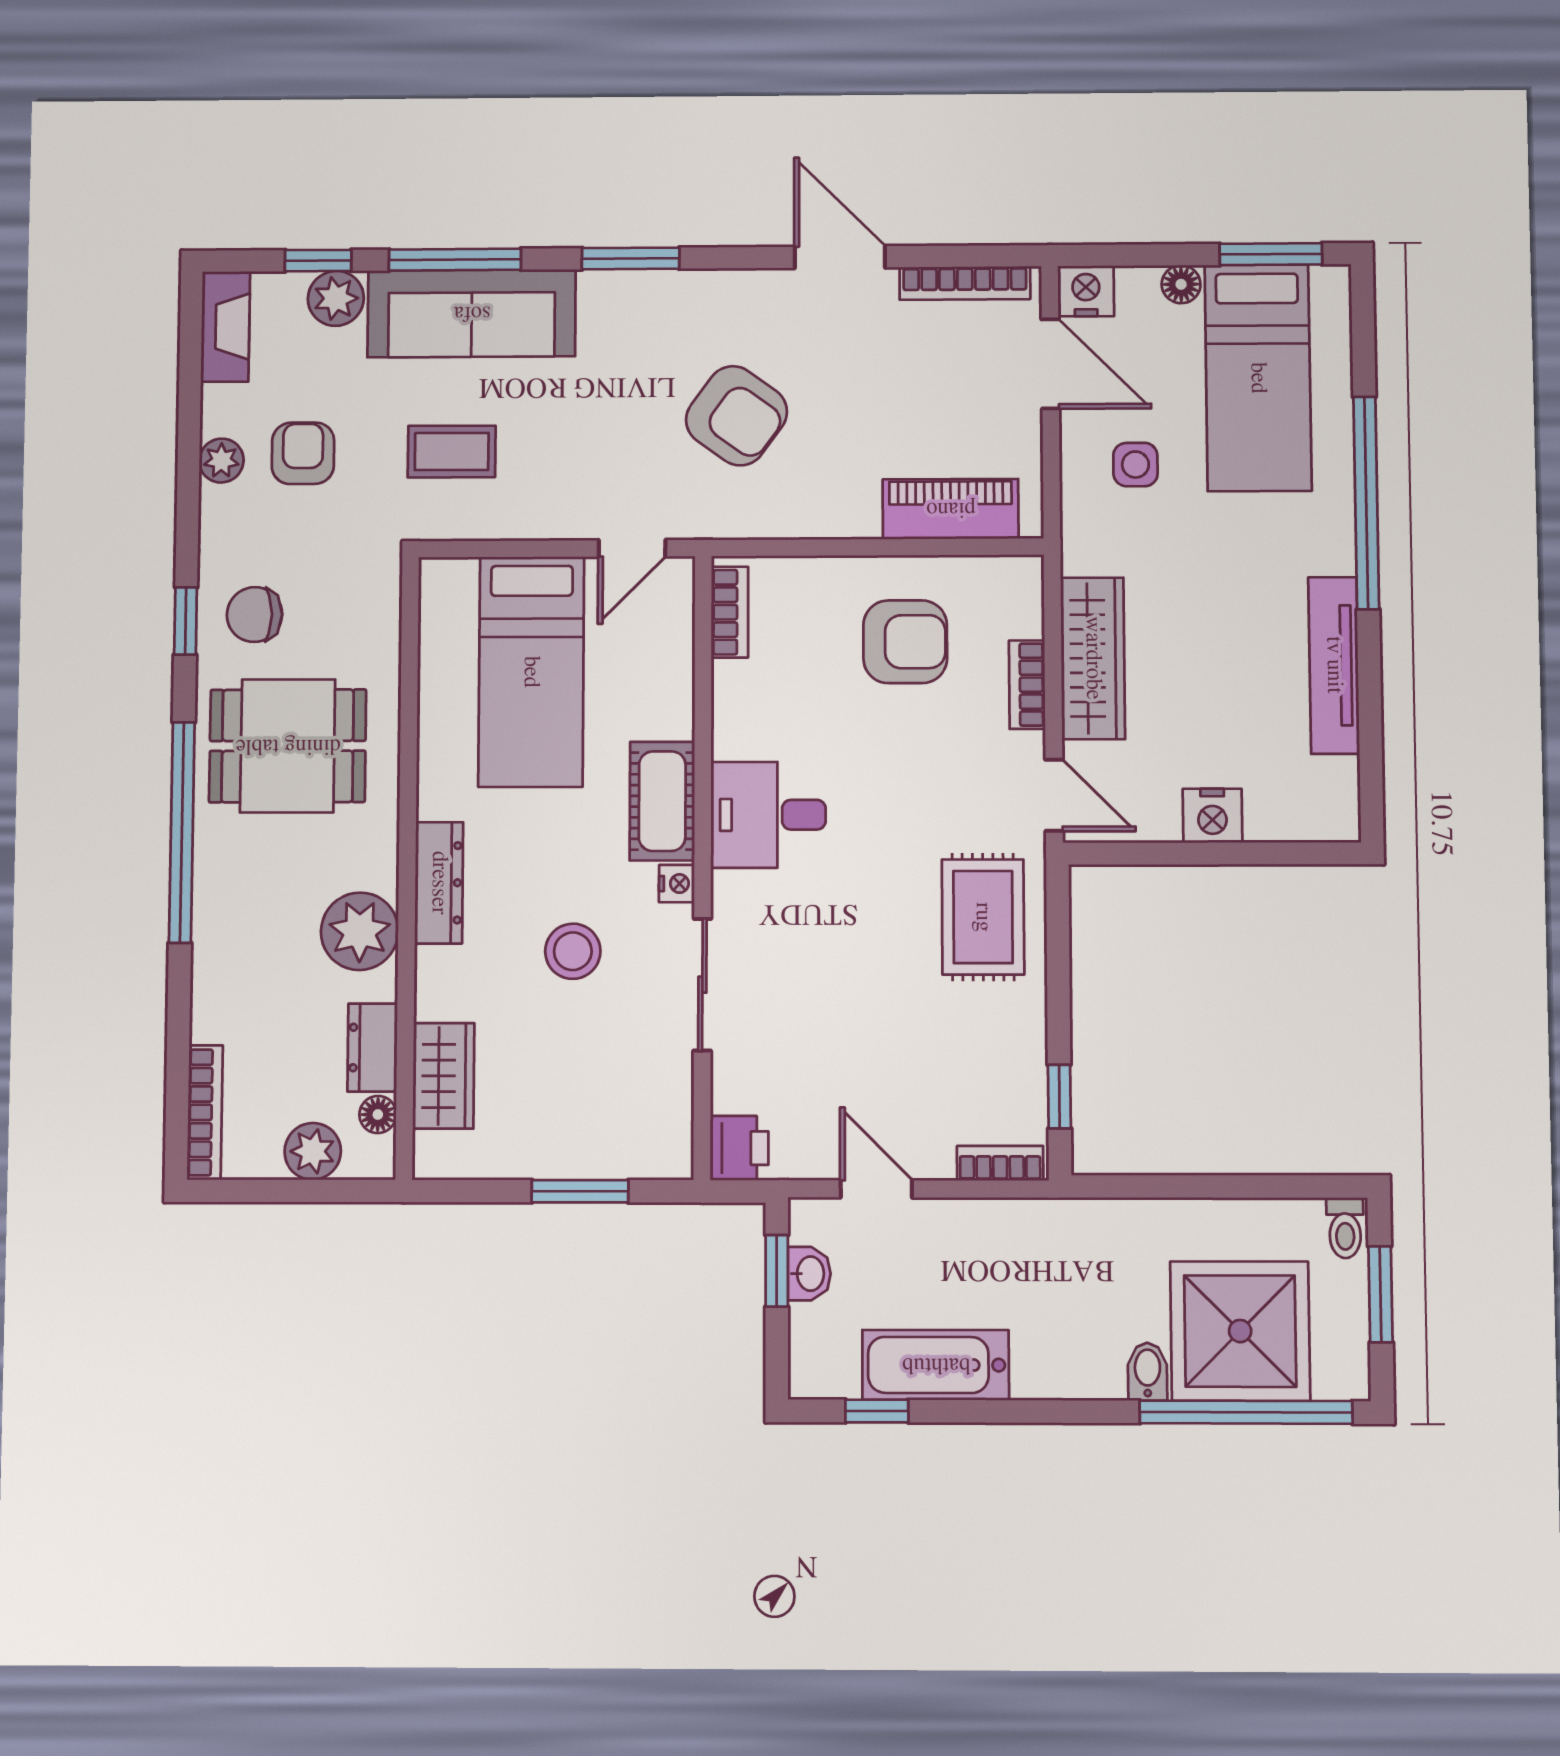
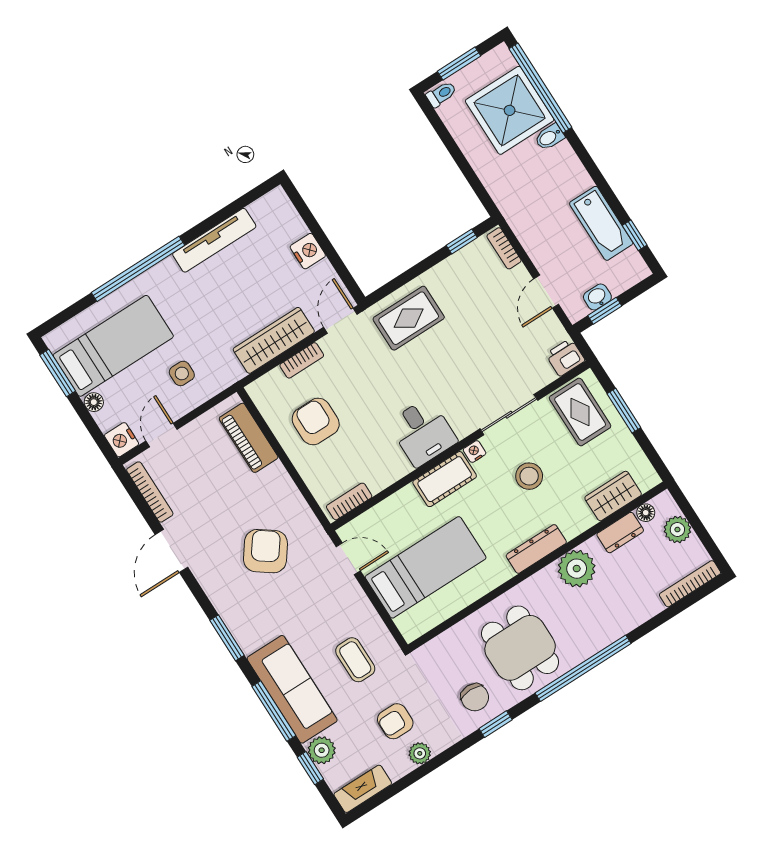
door: (1050, 364) -> (162, 435), width x0.73
rug: (627, 1112) -> (580, 412), added

